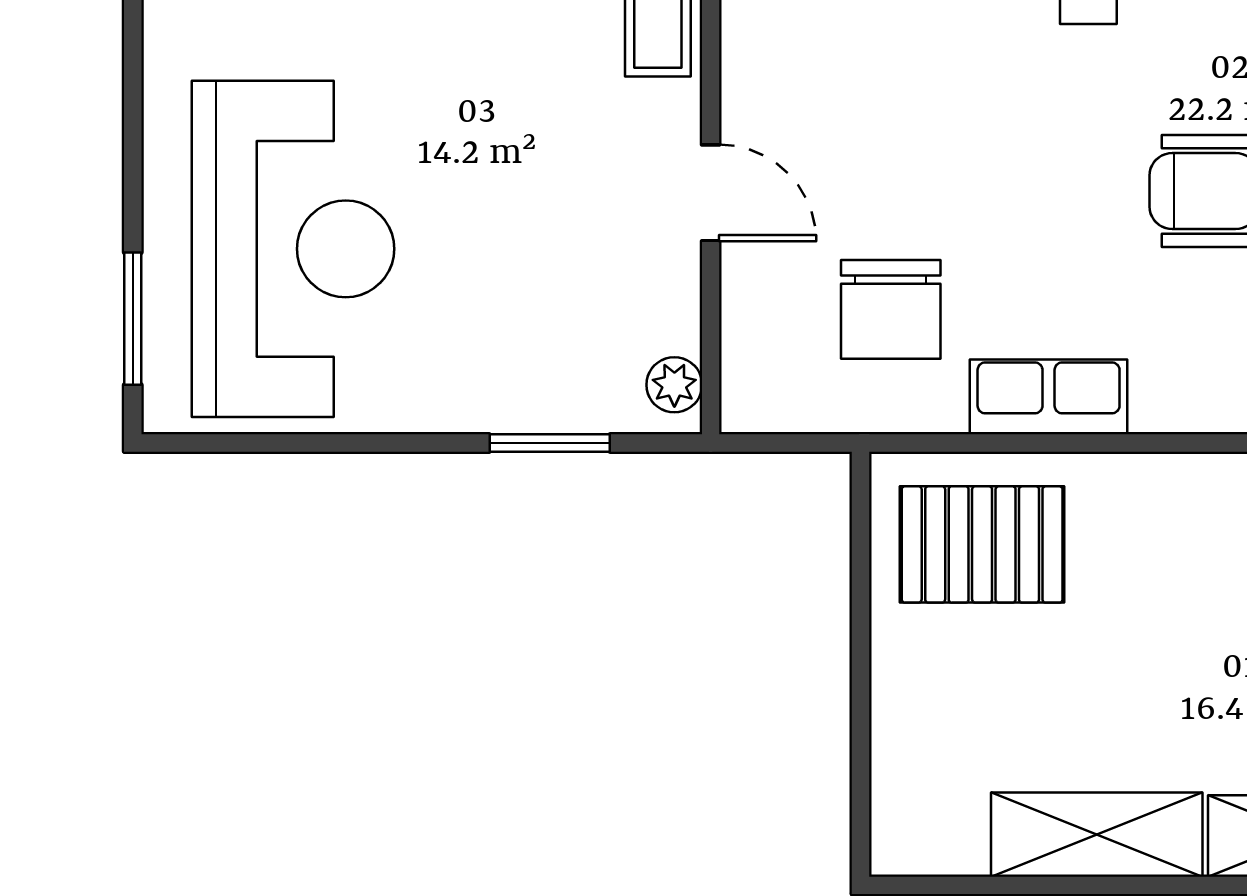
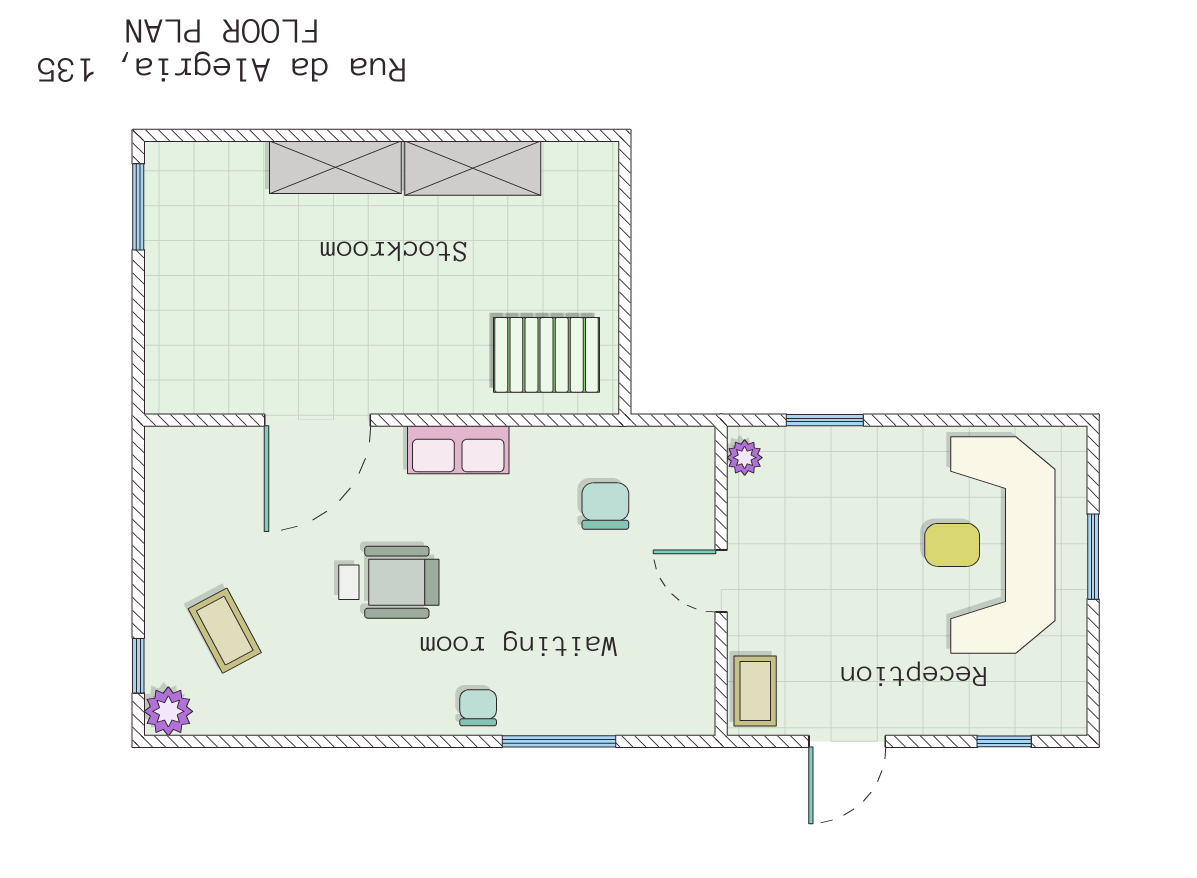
chair: (891, 309) -> (605, 506), width x0.73, depth x0.73
window: (133, 319) -> (1093, 557), moved
row of seats: (1049, 397) -> (458, 450), moved

